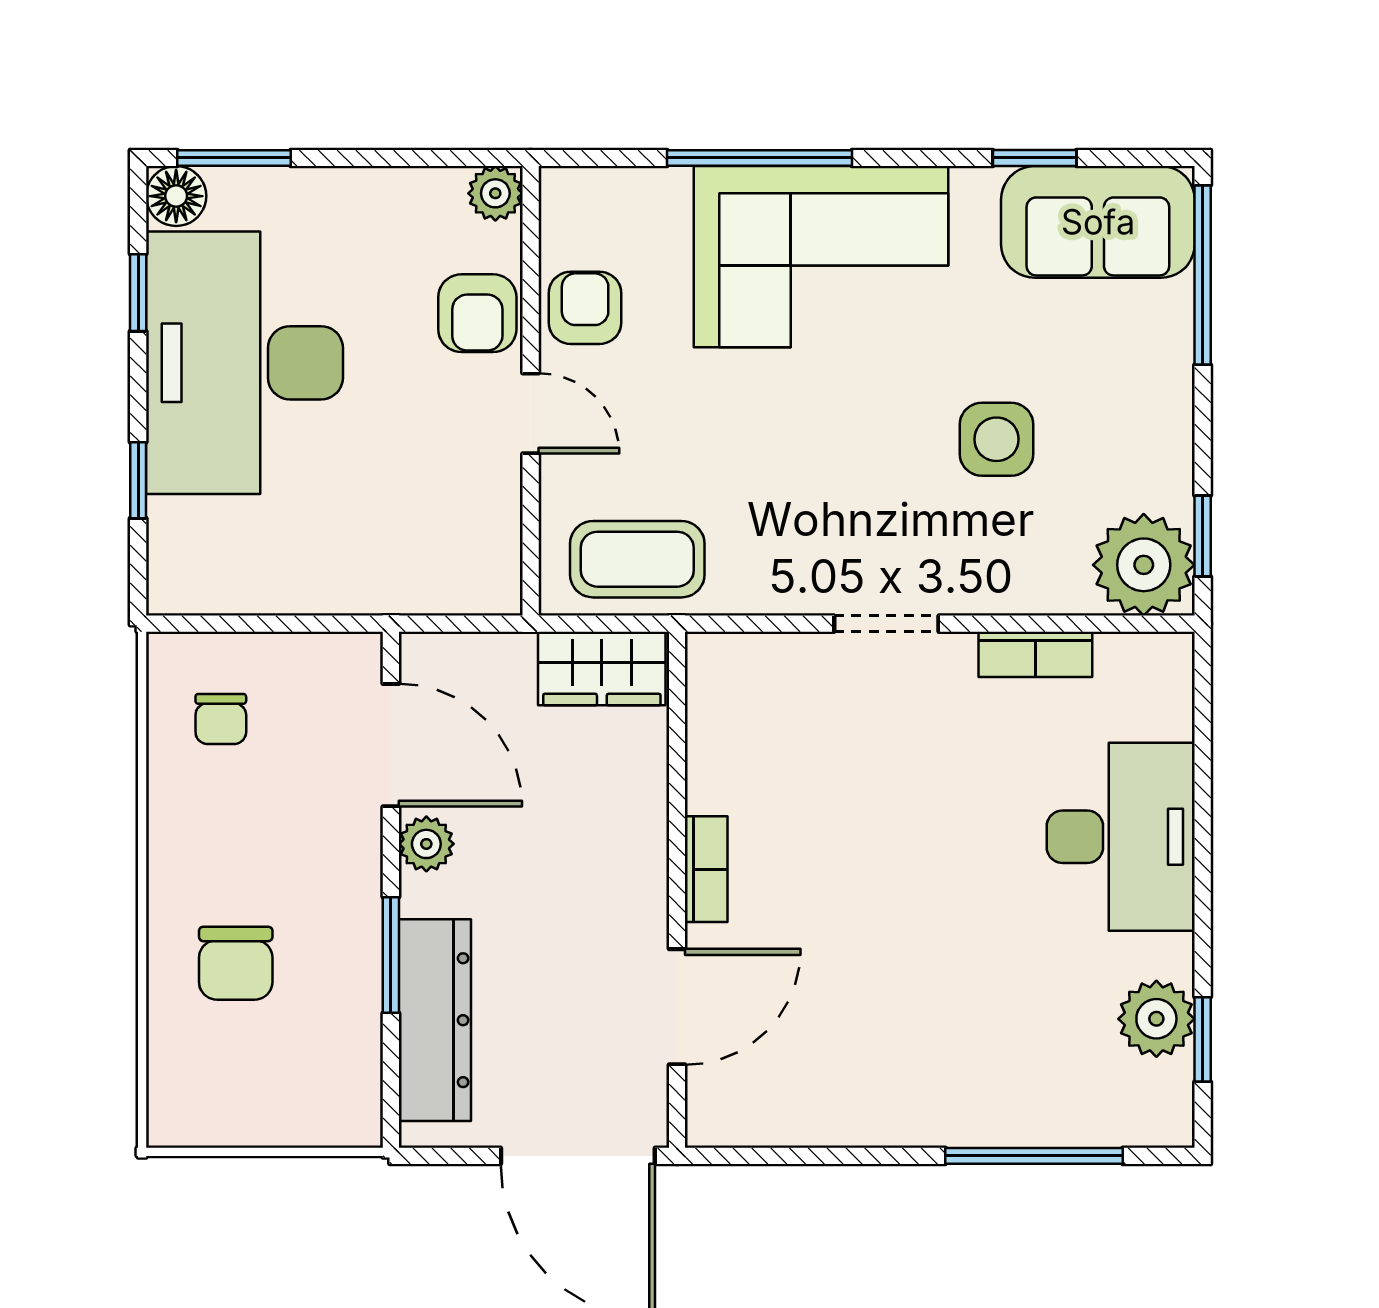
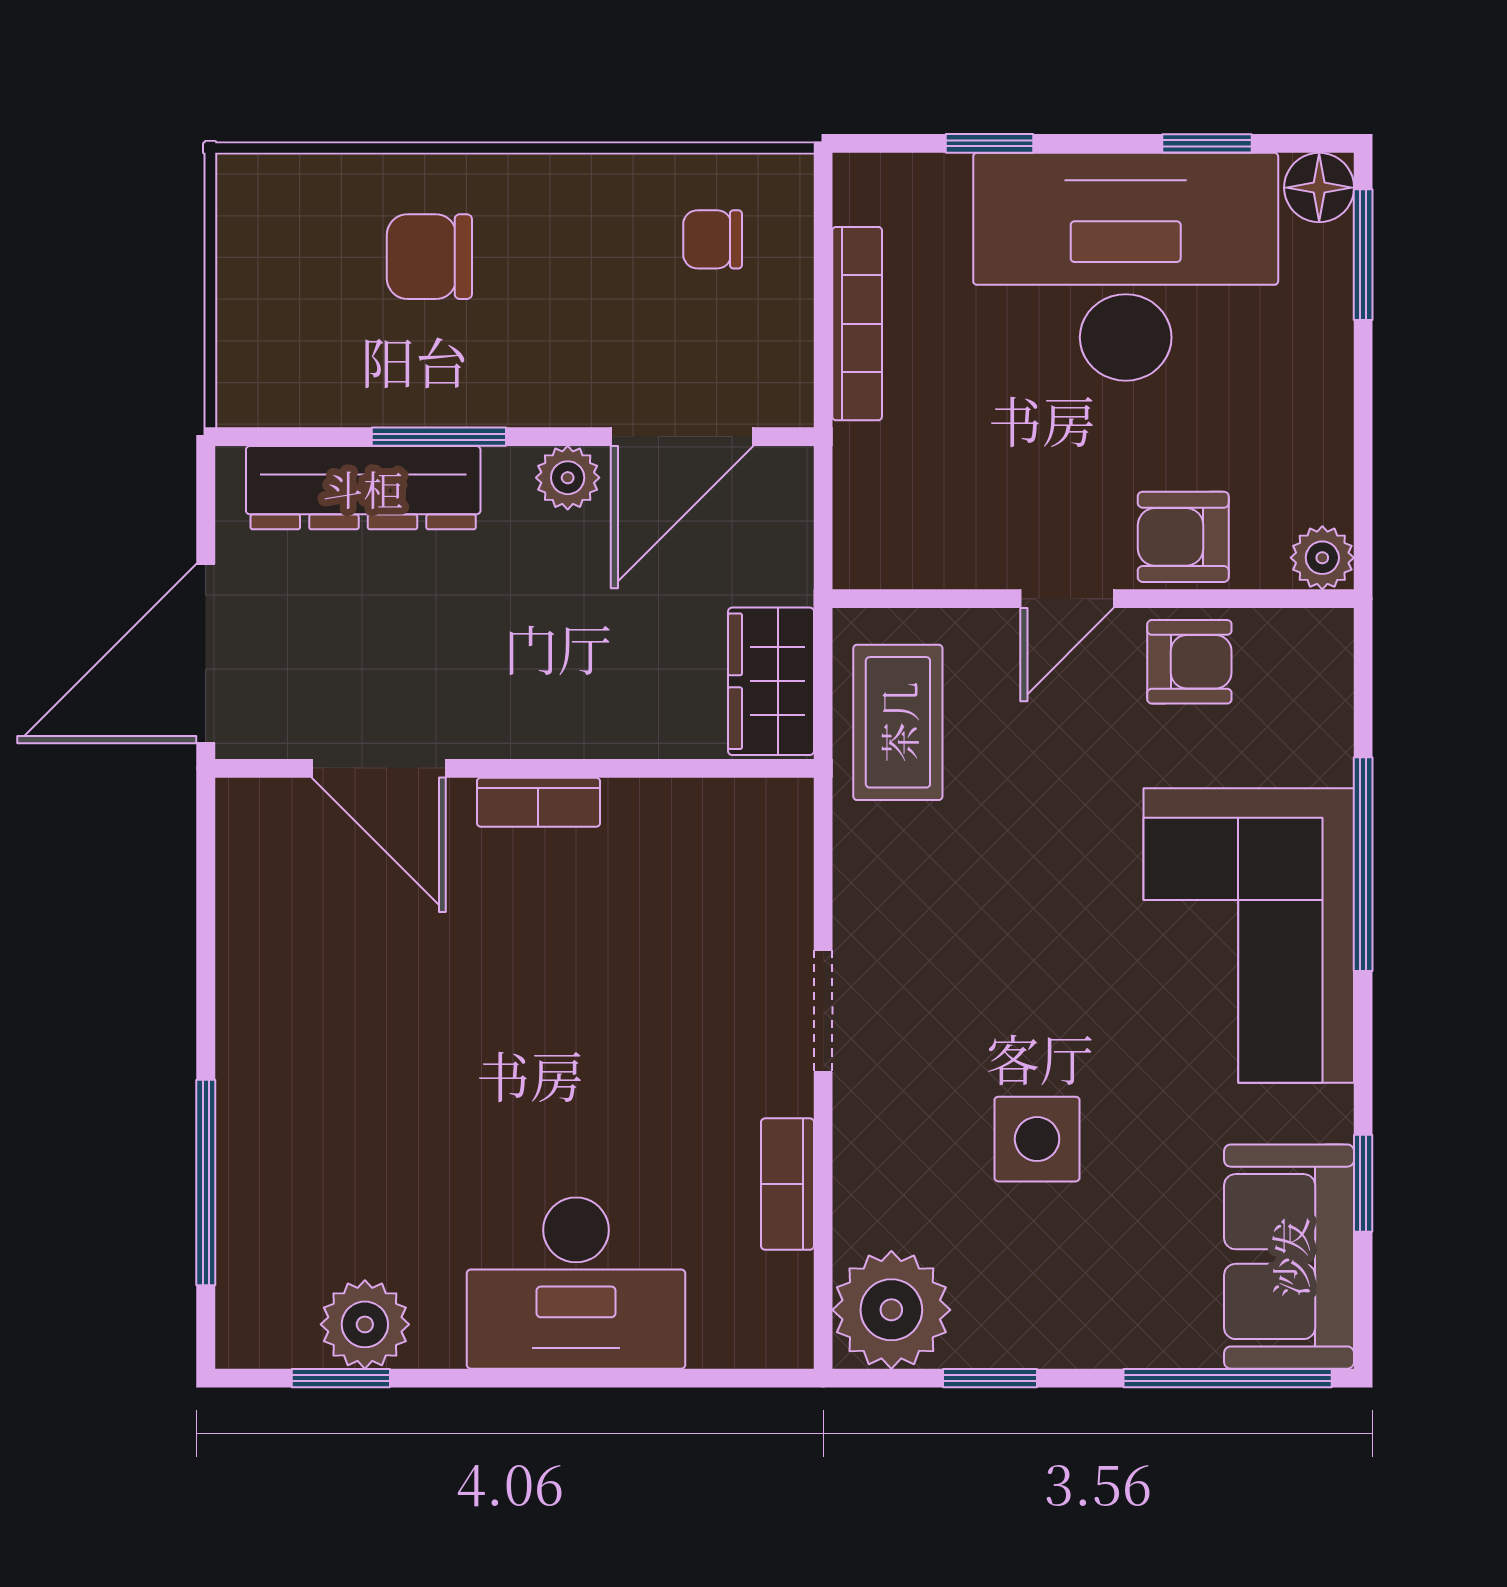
window: (1203, 536) -> (990, 1378), moved
bookcase: (293, 594) -> (857, 324), added

